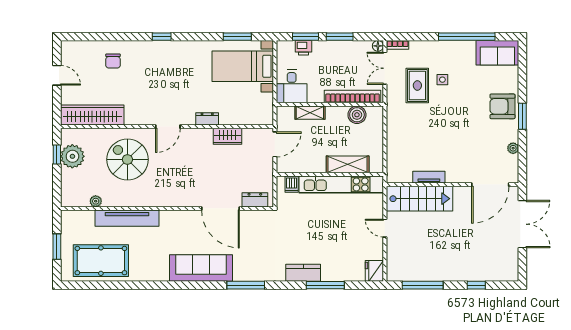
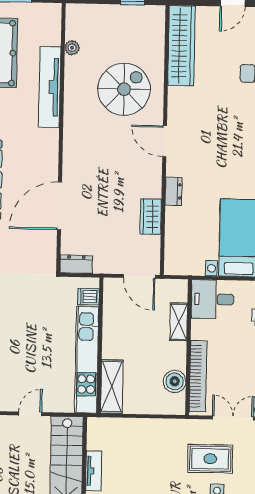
plant: (72, 156) -> (130, 20), removed
shelving: (348, 164) -> (112, 387), moved
dresser: (255, 200) -> (76, 264), moved, turned -90

